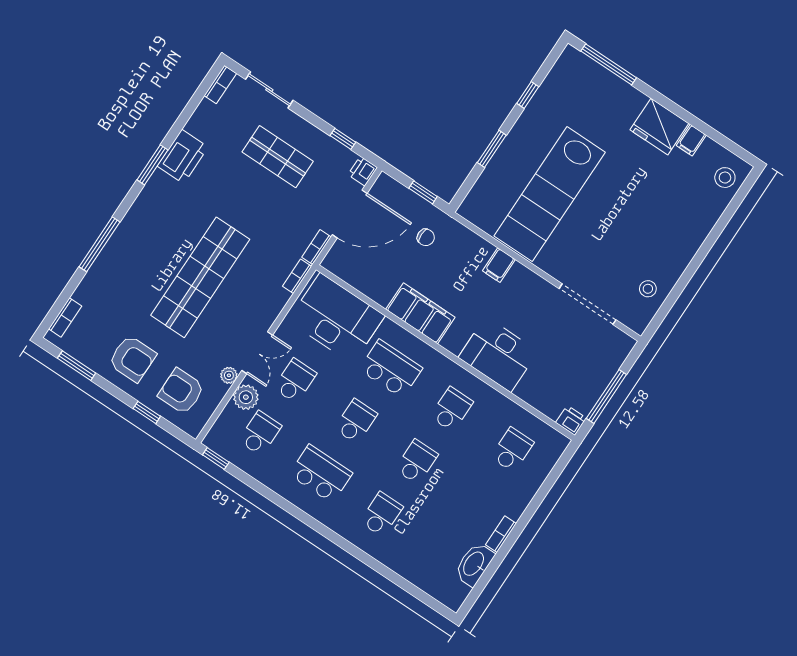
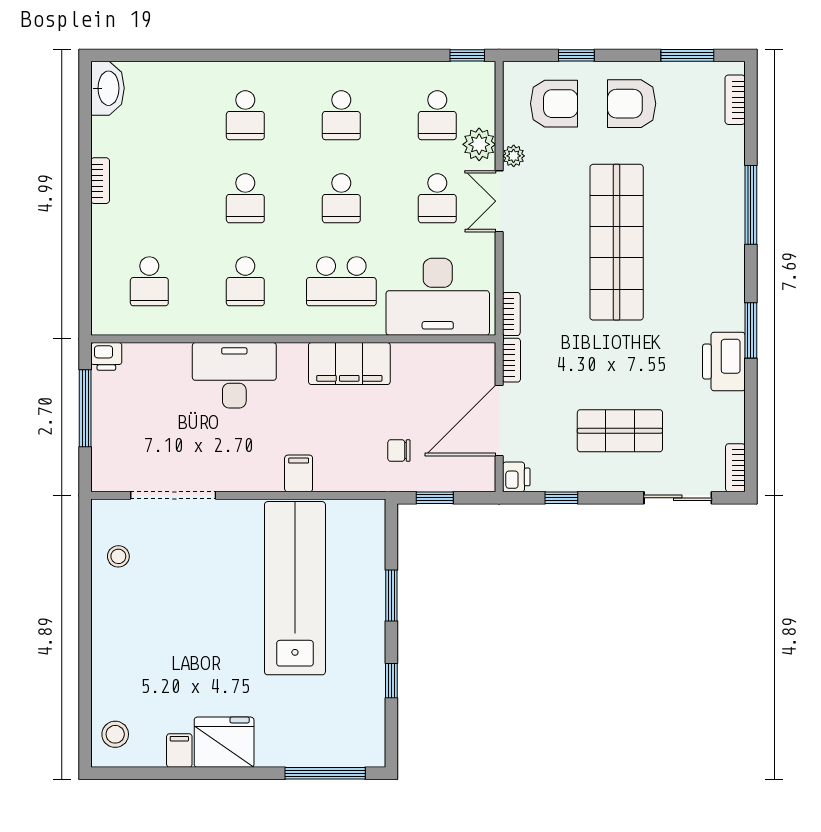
school desk: (321, 474) -> (341, 115), width x0.54
washbasin: (474, 564) -> (108, 88), moved

